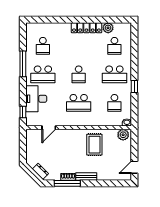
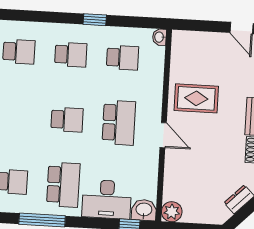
school desk: (114, 74) -> (71, 55), width x0.54
washbasin: (32, 119) -> (144, 210), added
door: (49, 128) -> (163, 135), moved
plant: (123, 135) -> (172, 212), moved

